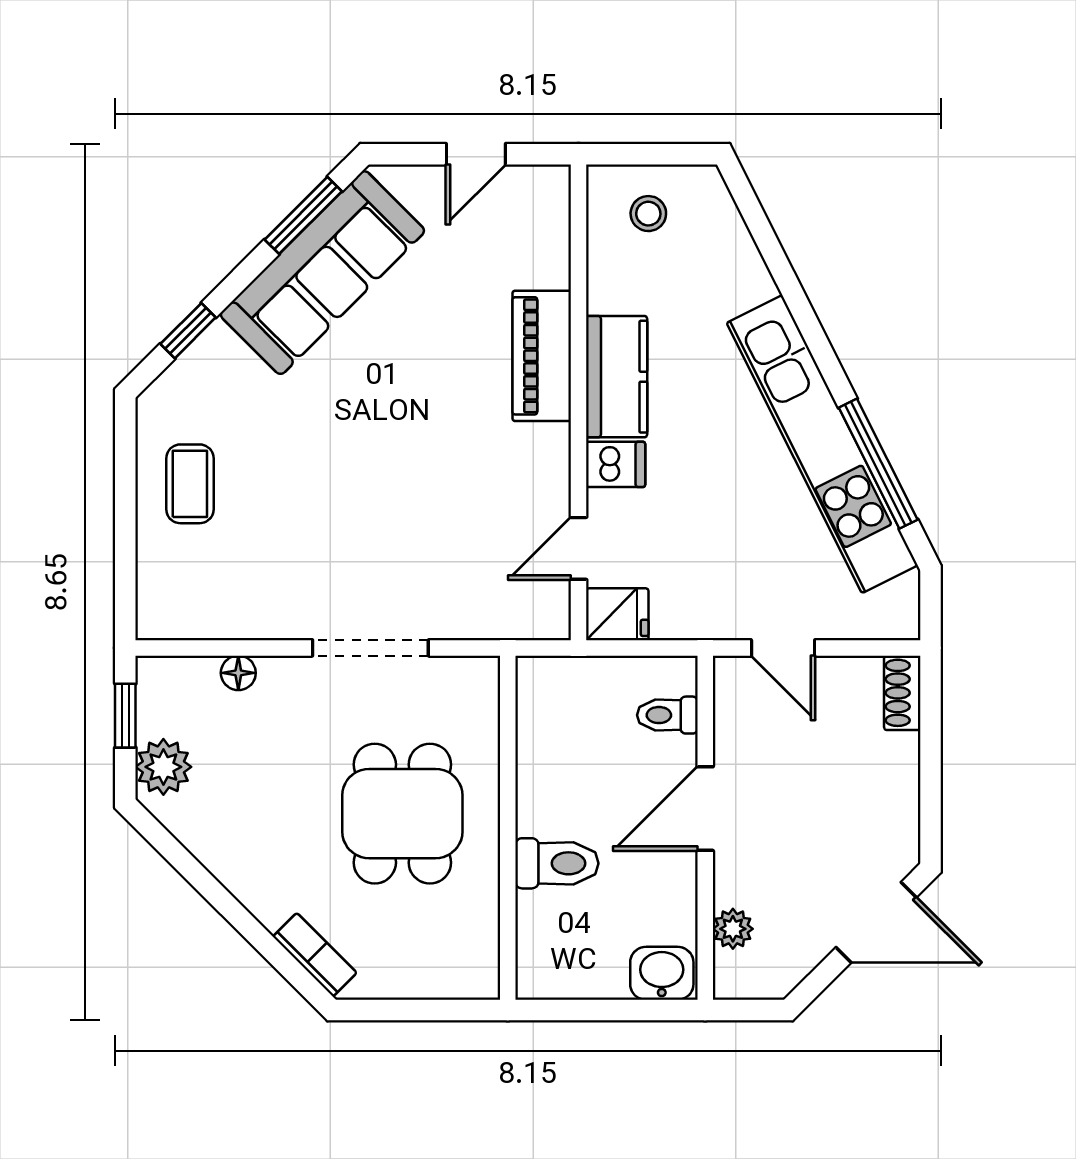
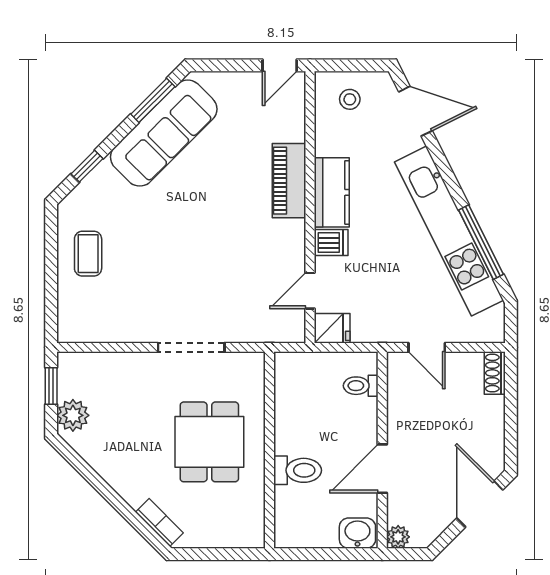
door: (476, 154) -> (280, 65), moved
door: (763, 234) -> (415, 111), added
floor lamp: (238, 673) -> (116, 362), removed
door: (705, 809) -> (382, 469), moved
door: (876, 922) -> (480, 504), swing flipped
plant: (733, 929) -> (398, 537), moved

